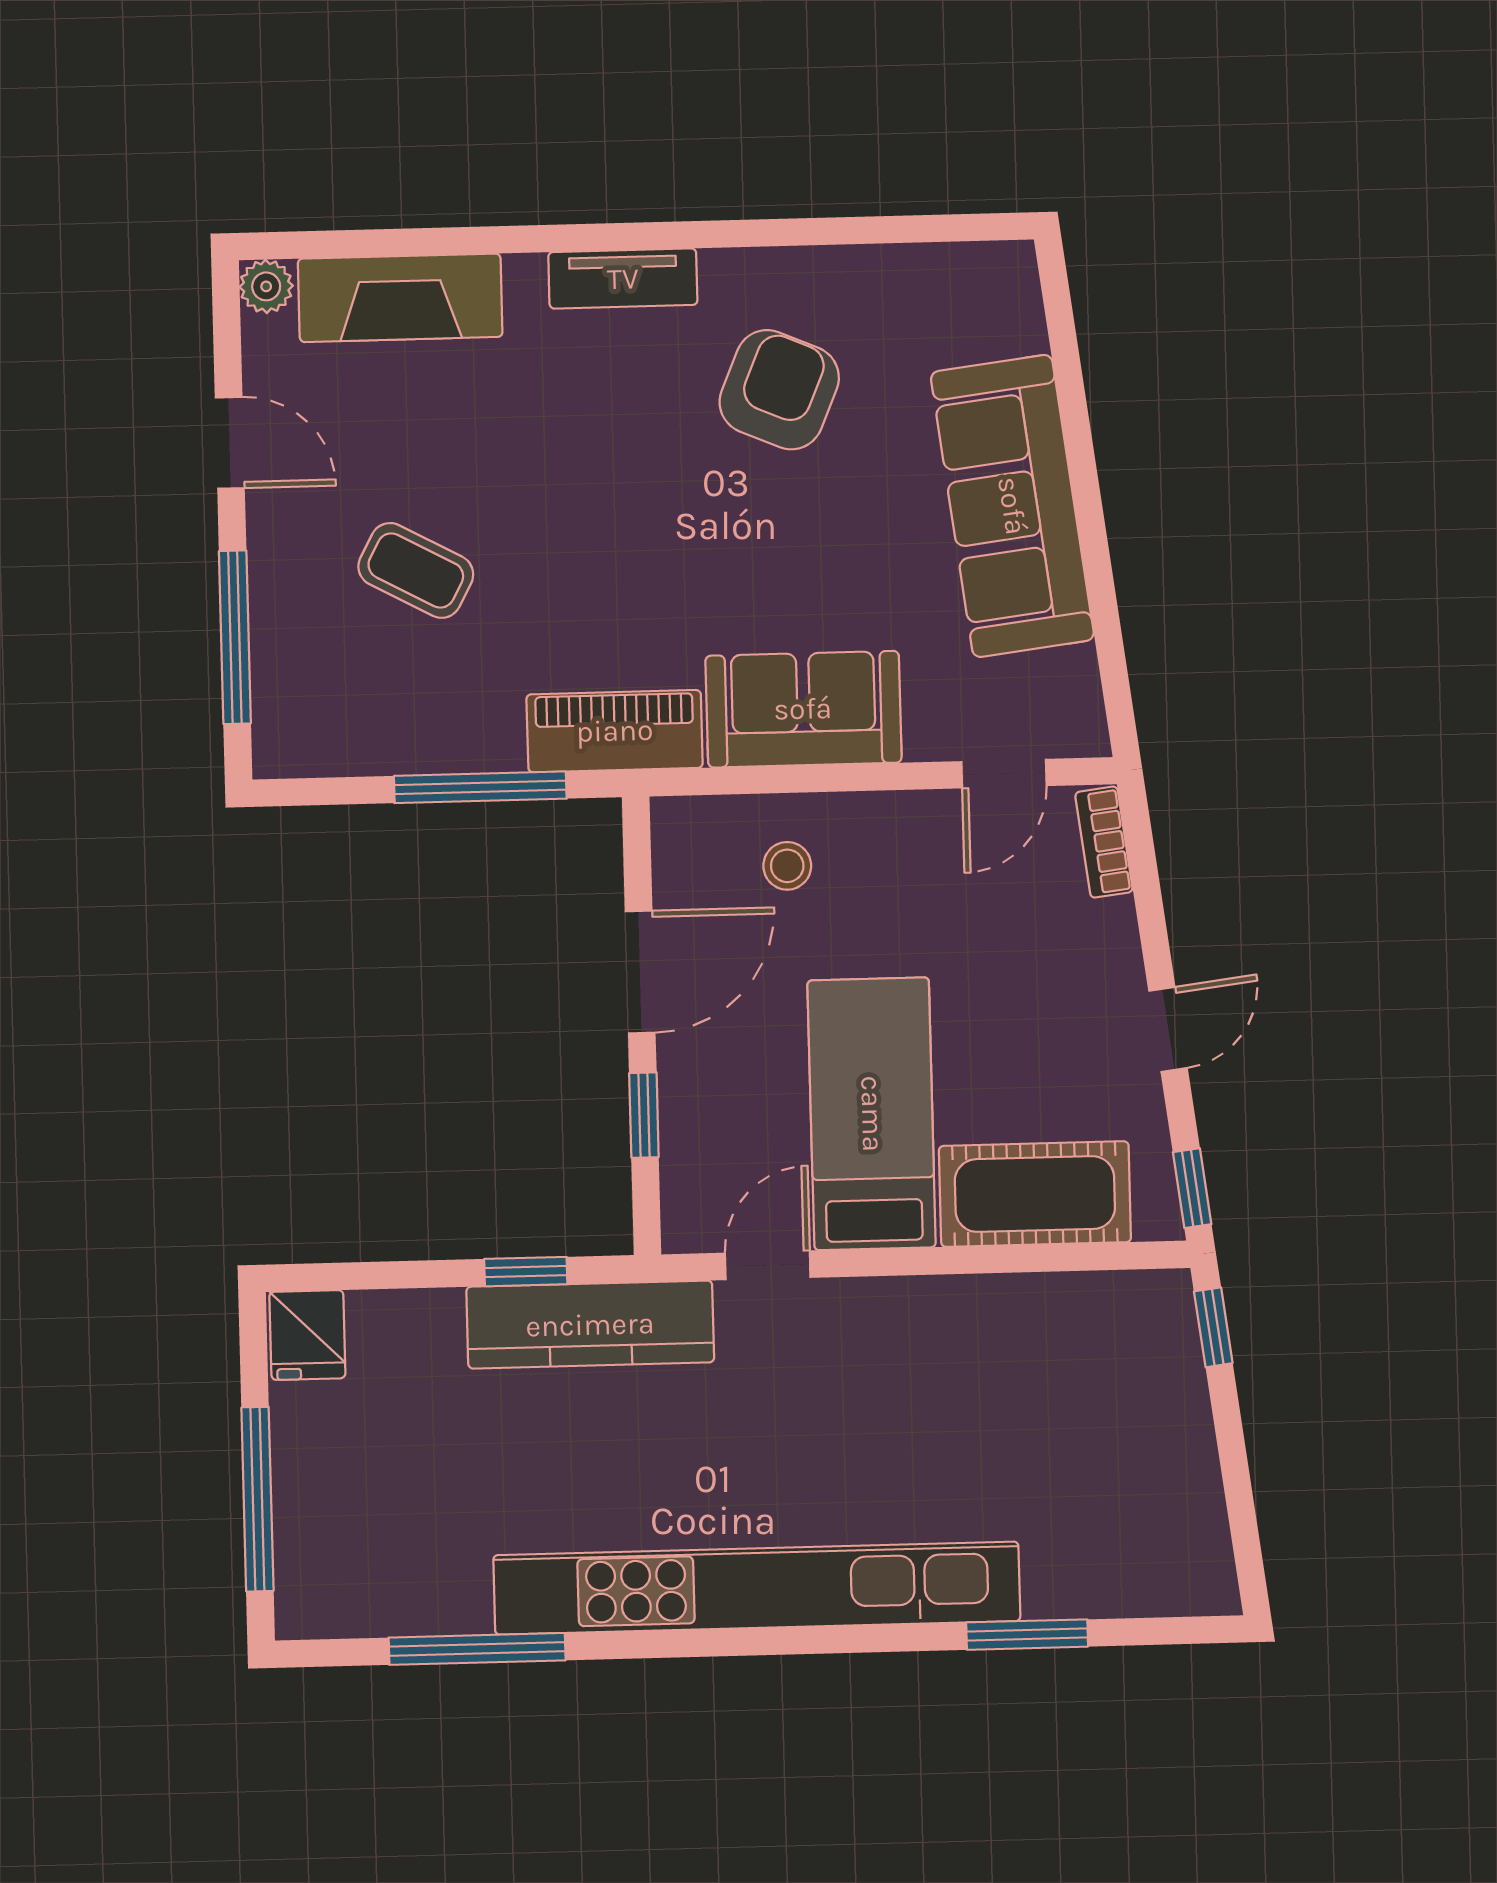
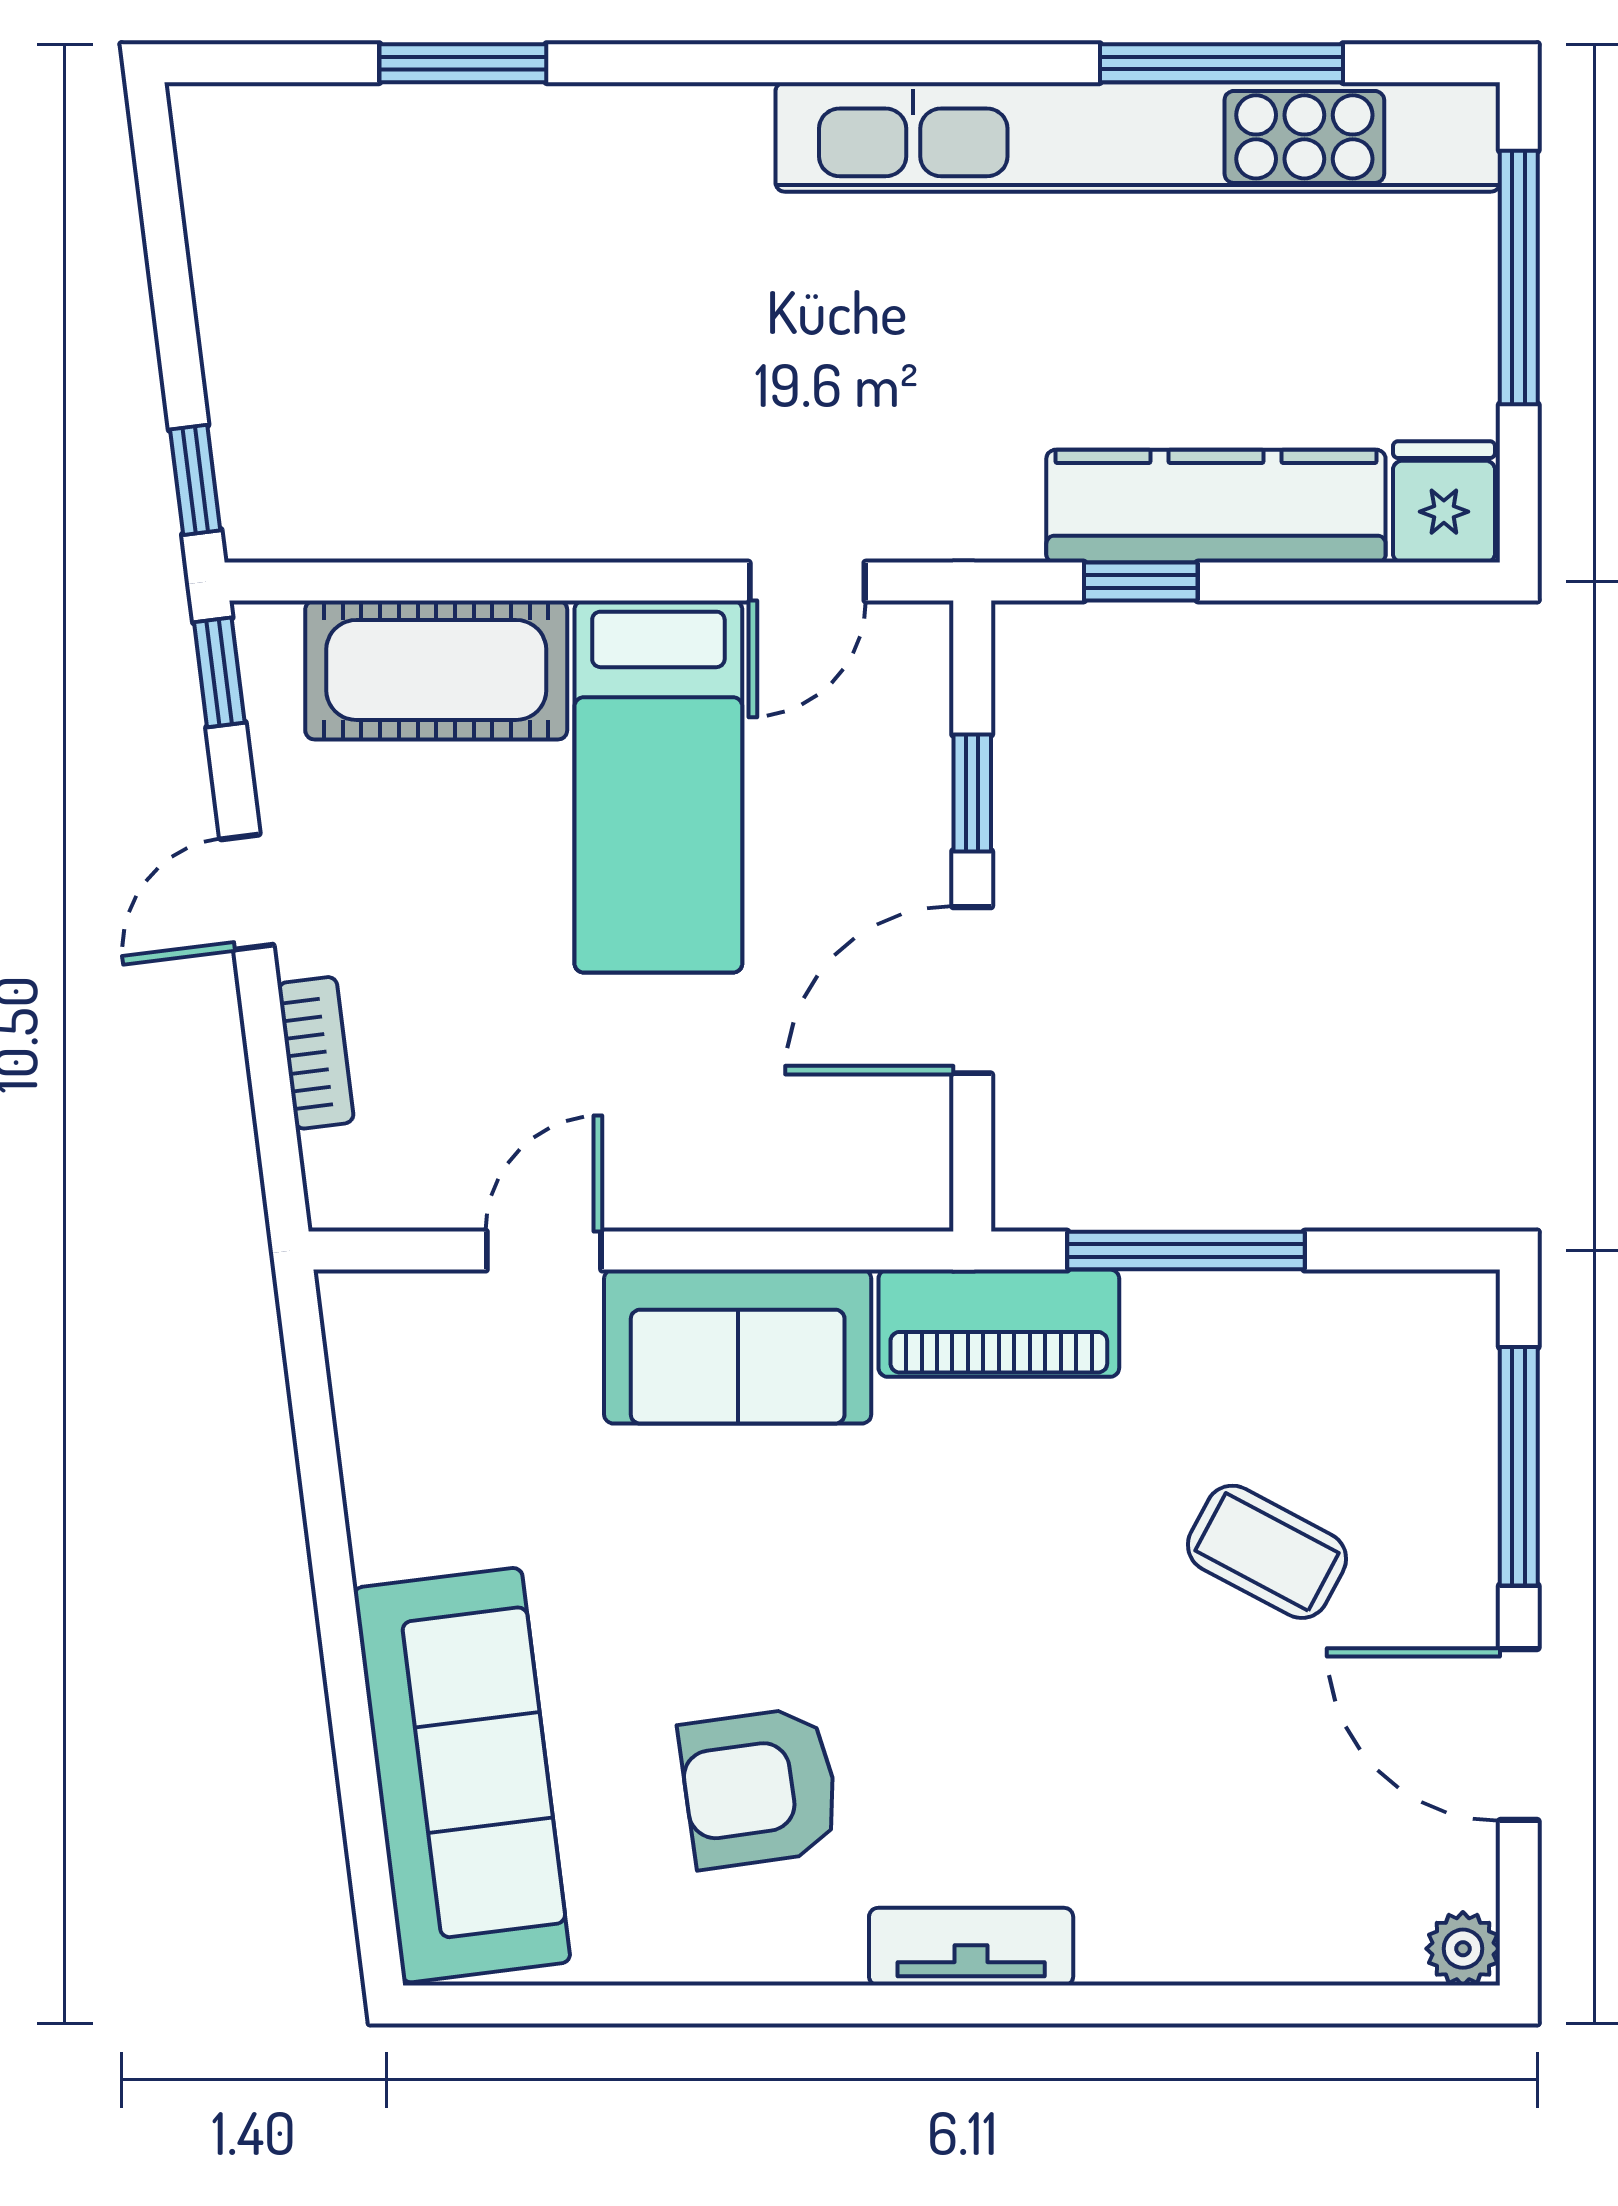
fireplace: (400, 298) -> (1279, 1928), removed
armchair: (779, 390) -> (760, 1788), turned 59
door: (230, 443) -> (1519, 1734), width x1.38
sofa: (1012, 506) -> (462, 1775), moved
door: (1004, 774) -> (544, 1251), moved
bookcase: (1104, 842) -> (316, 1053), moved
stool: (787, 866) -> (766, 1131), removed
kitchen counter: (590, 1325) -> (1216, 506), moved
kitchen unit: (757, 1588) -> (1138, 137), moved

